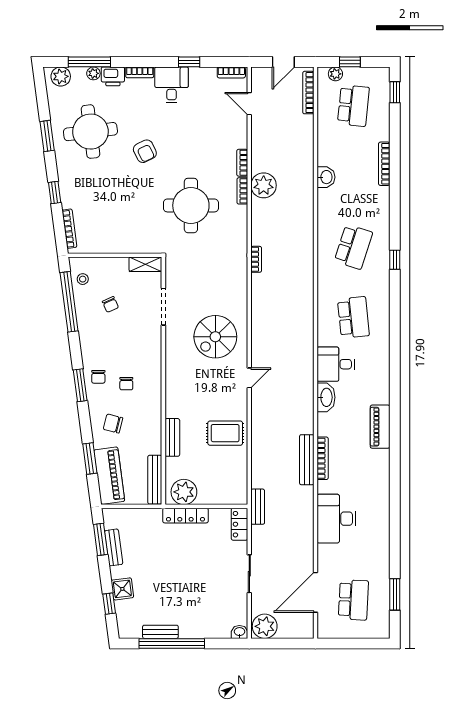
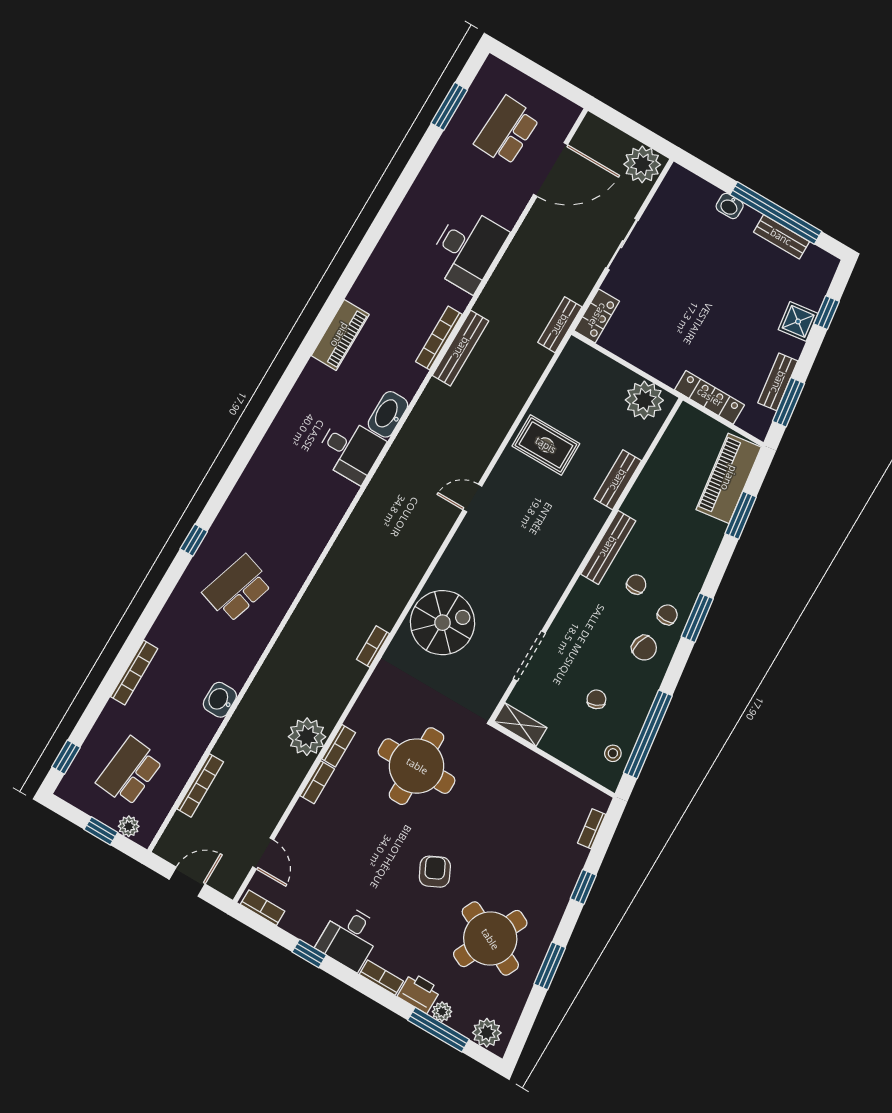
bookcase: (308, 93) -> (200, 785), moved
round table: (90, 132) -> (490, 939), turned 33
bookcase: (69, 229) -> (592, 829), width x0.64
school desk: (353, 317) -> (291, 497), removed
spiral stairs: (215, 337) -> (443, 623), moved
chair: (113, 424) -> (644, 648), moved
bench: (155, 480) -> (608, 547), moved
locker: (185, 516) -> (710, 397), moved
washbasin: (239, 632) -> (730, 206), moved

